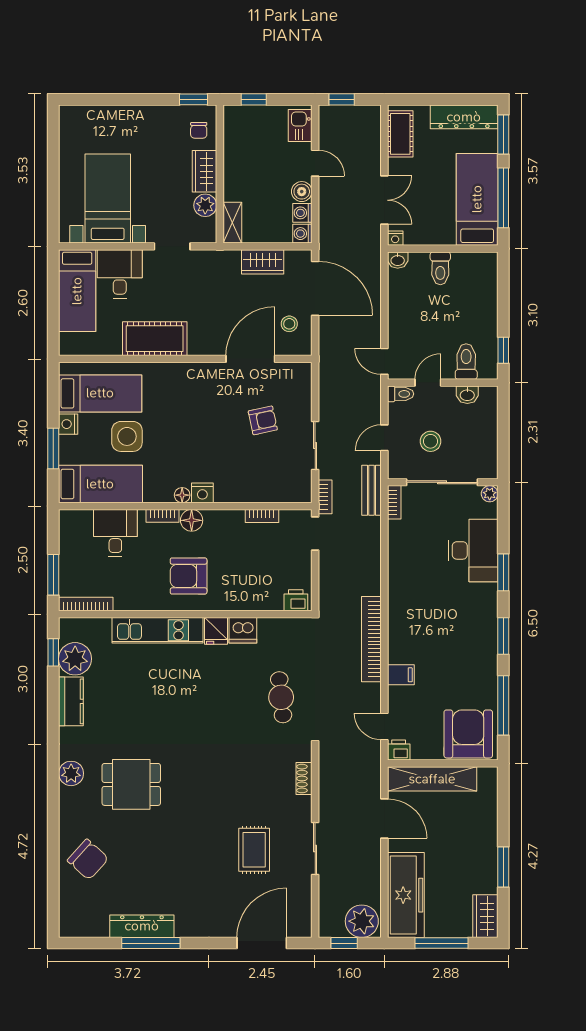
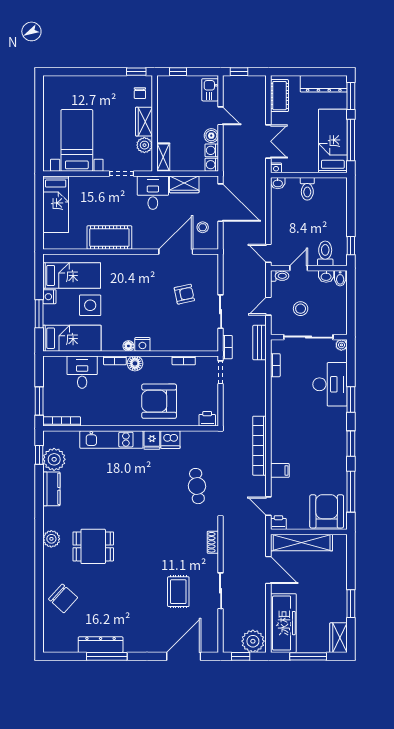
desk: (120, 274) -> (153, 193), moved
bidet: (488, 397) -> (340, 278), added
bookcase: (394, 502) -> (275, 365), moved
armchair: (189, 576) -> (159, 401), moved, width x1.36, depth x1.36

